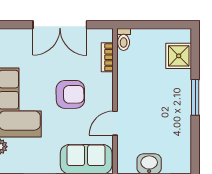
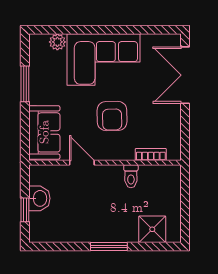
double door: (60, 25) -> (185, 75), moved
toilet: (124, 39) -> (131, 176), moved, turned -90

